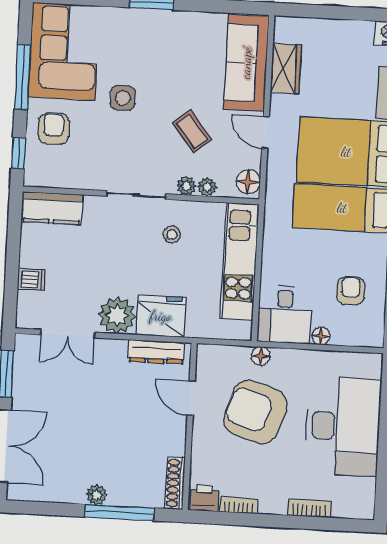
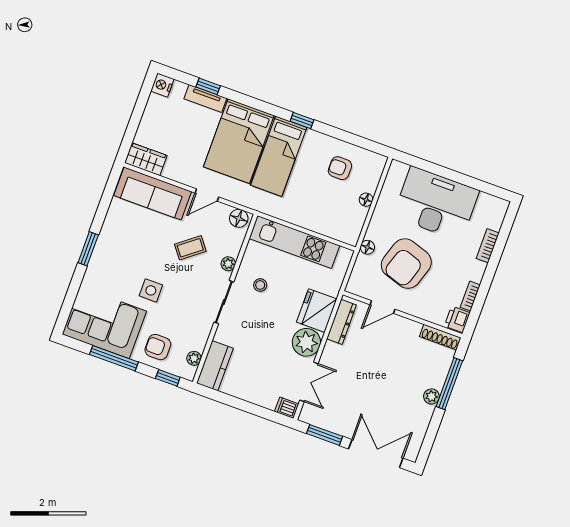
wardrobe: (286, 69) -> (146, 159), moved
plant: (207, 187) -> (194, 358), moved
dishwasher: (31, 280) -> (287, 408), moved, turned -90
desk: (285, 314) -> (342, 221), removed

